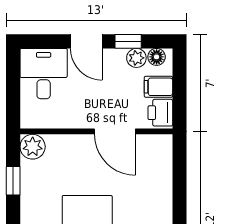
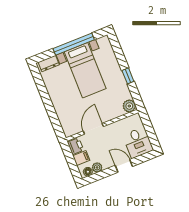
window: (128, 41) -> (104, 174), removed
door: (115, 131) -> (93, 129), hinge flipped
window: (13, 181) -> (128, 76), moved

